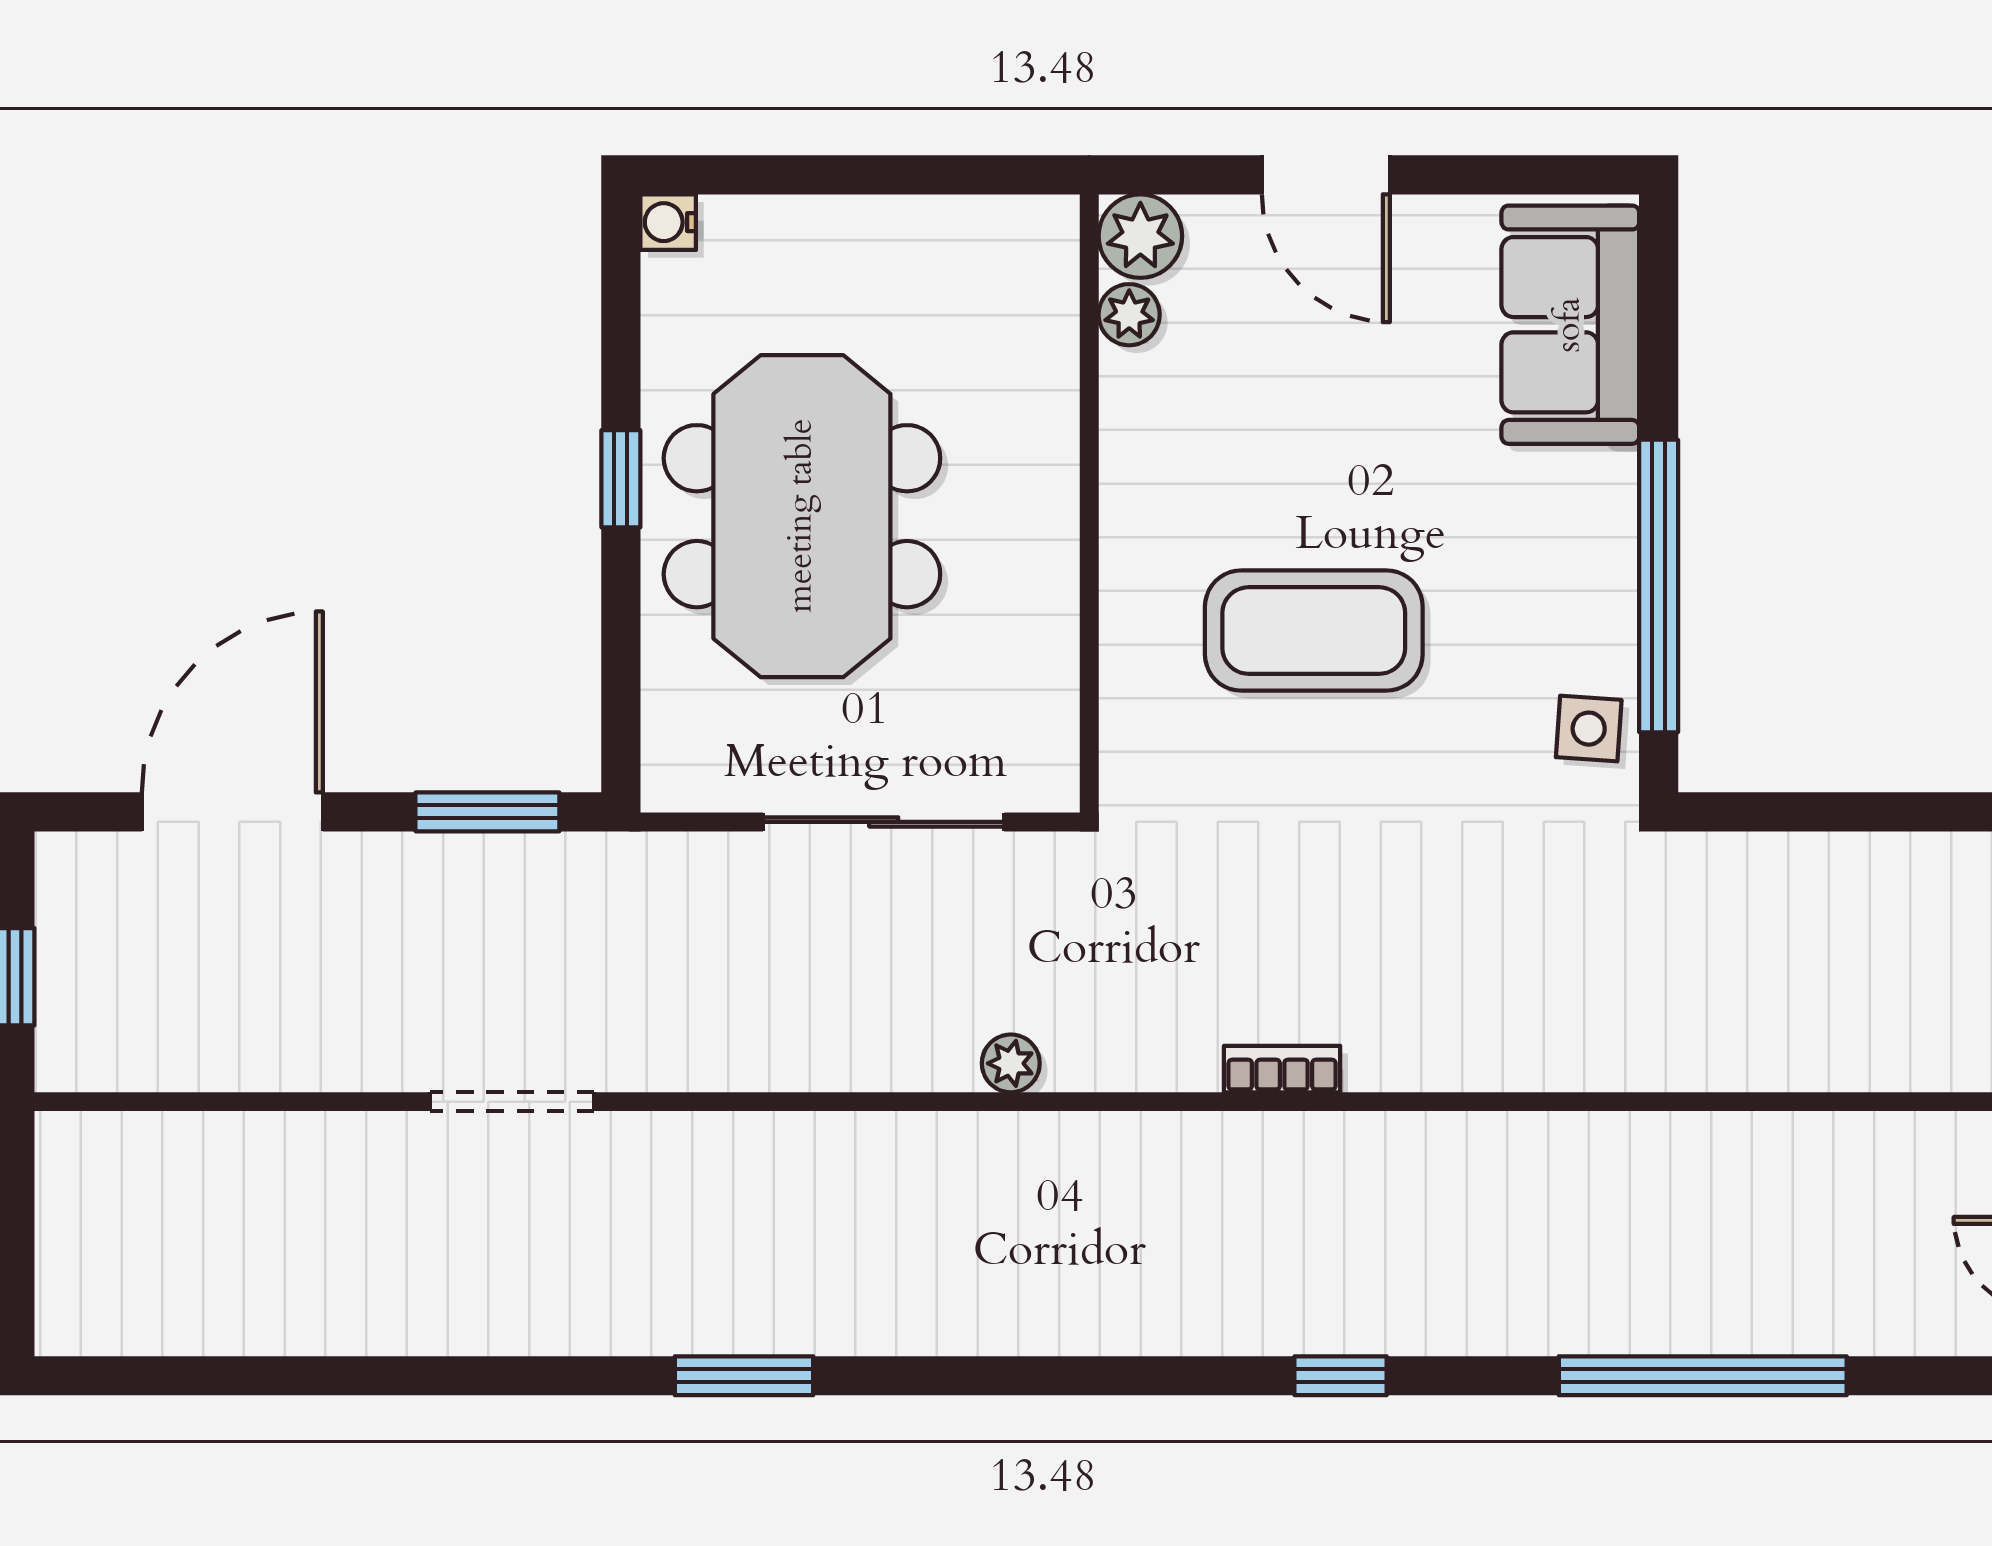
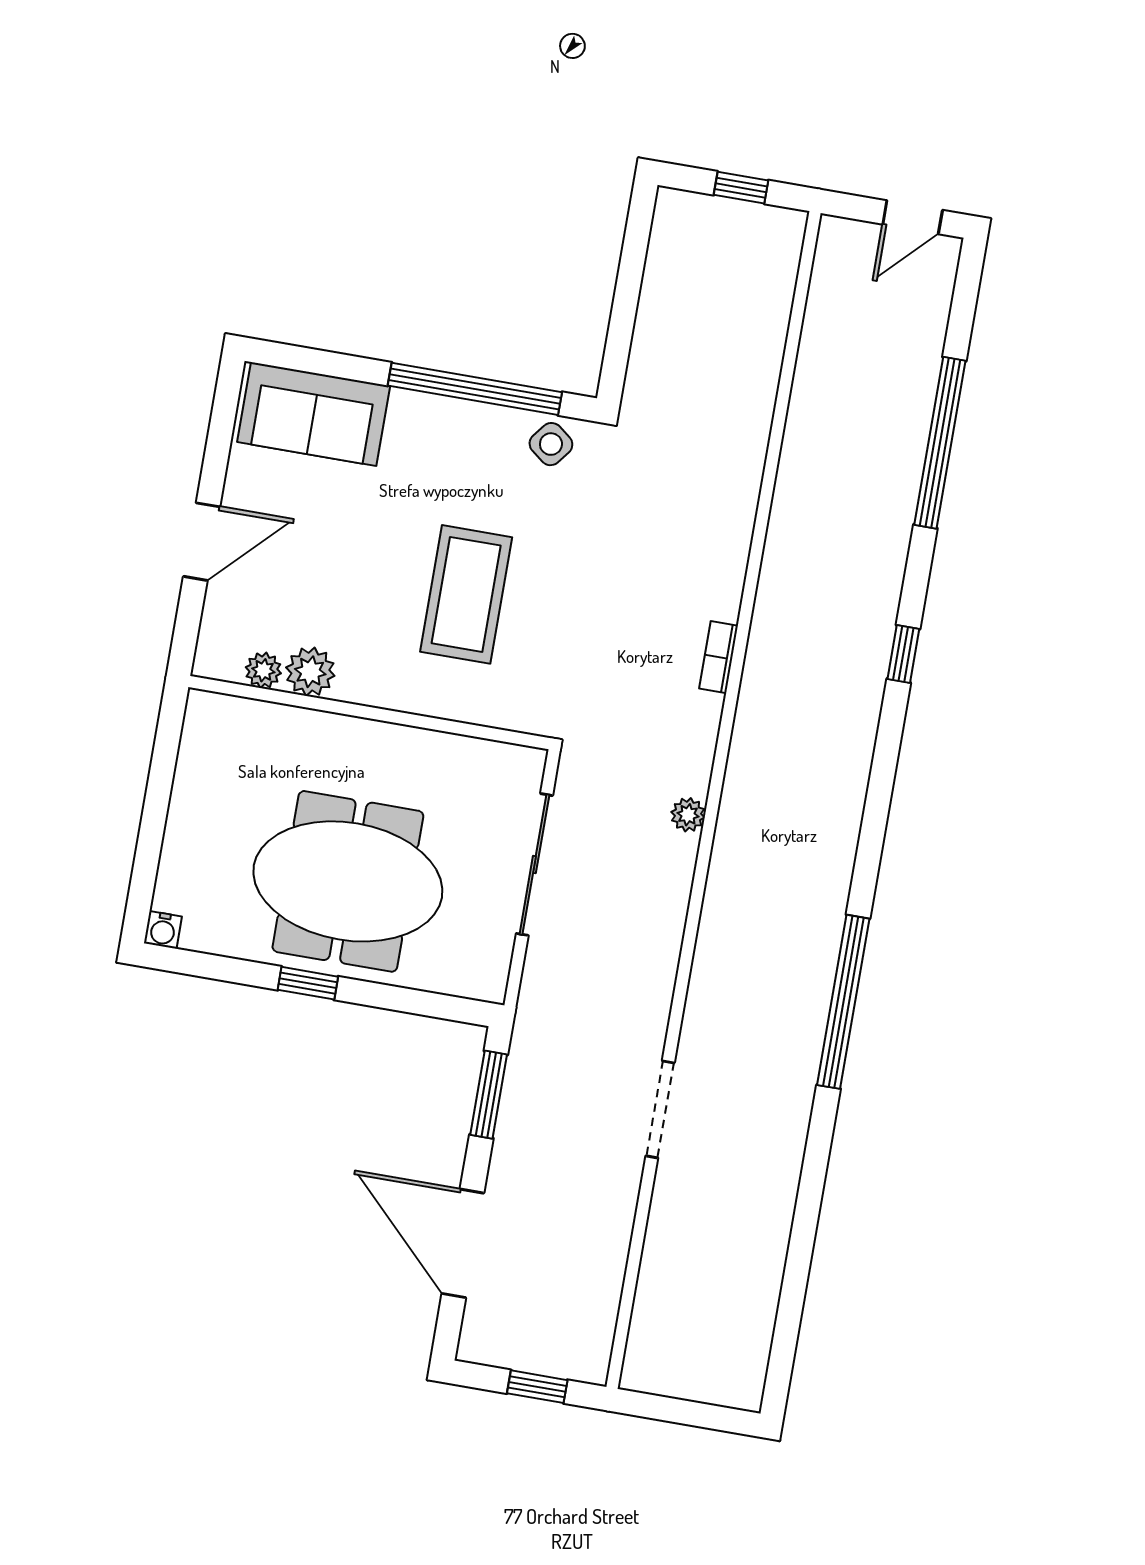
plant: (1140, 236) -> (310, 672), moved
side table: (1589, 729) -> (551, 444), turned 34
window: (744, 1376) -> (843, 1002), width x2.11

